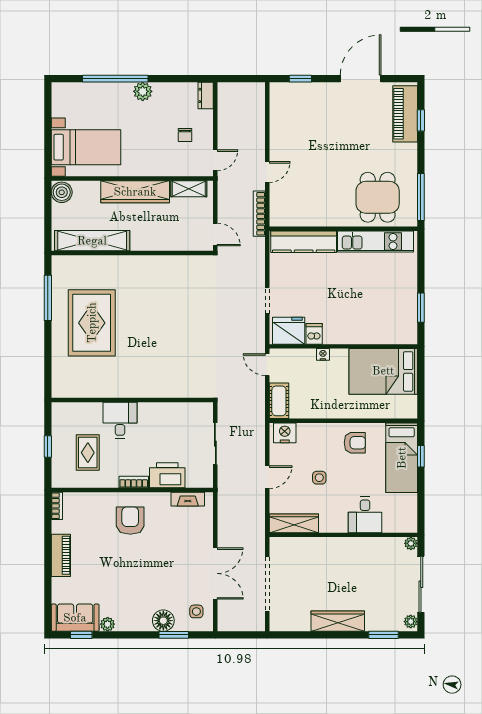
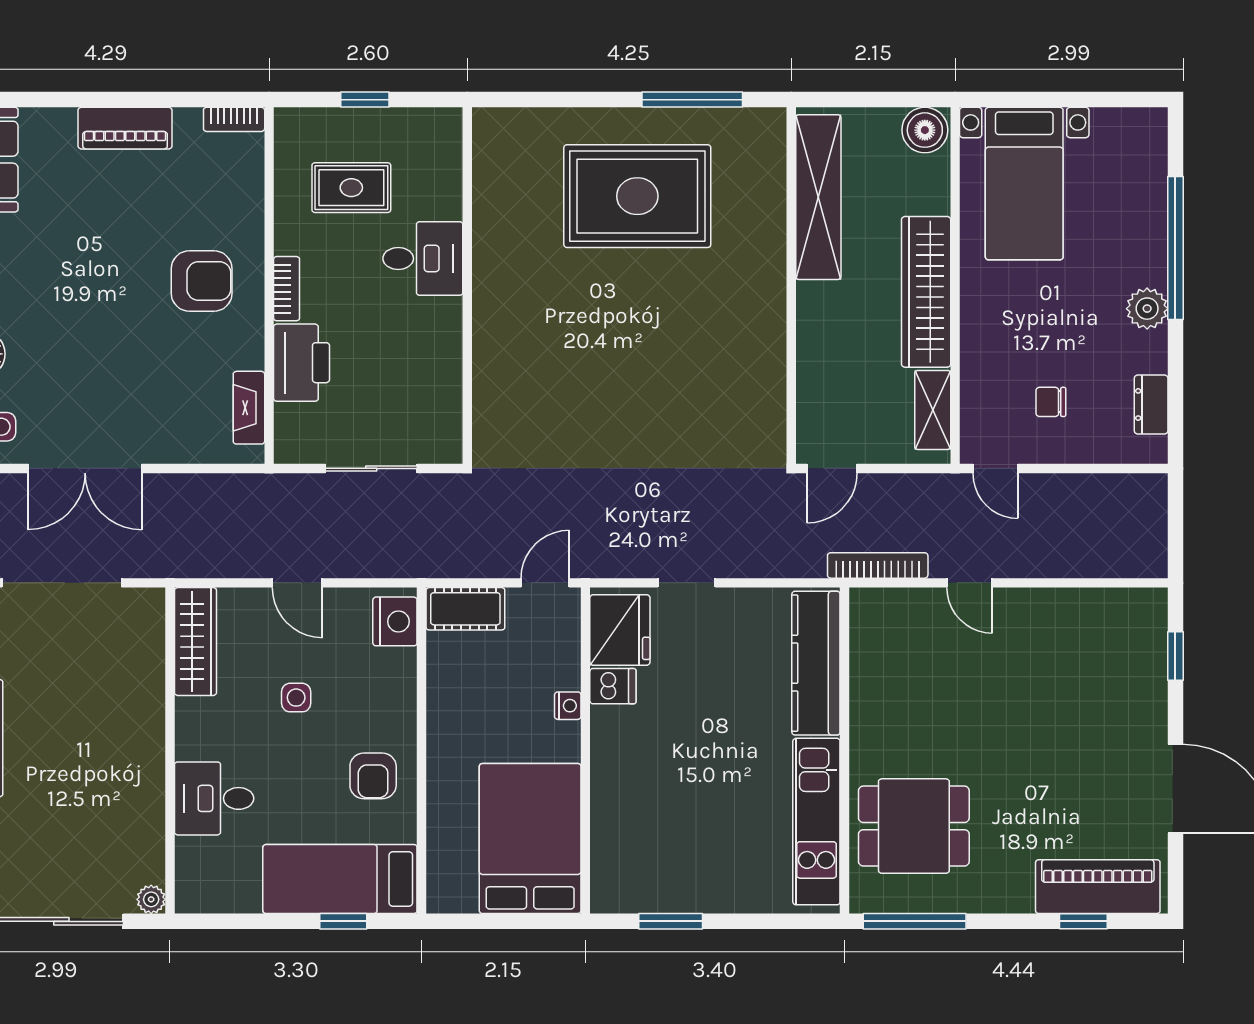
dresser: (206, 95) -> (1151, 405), moved, turned -90

